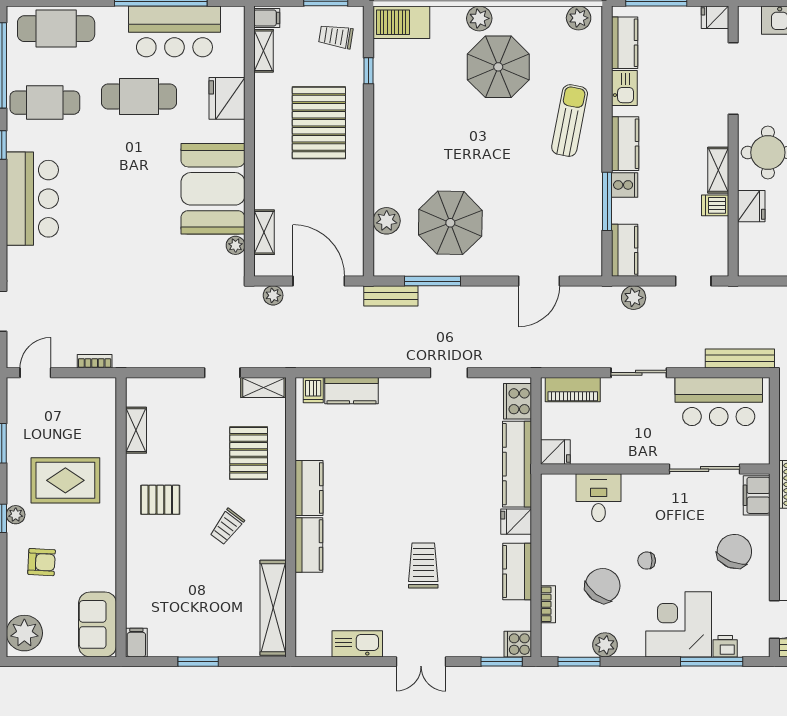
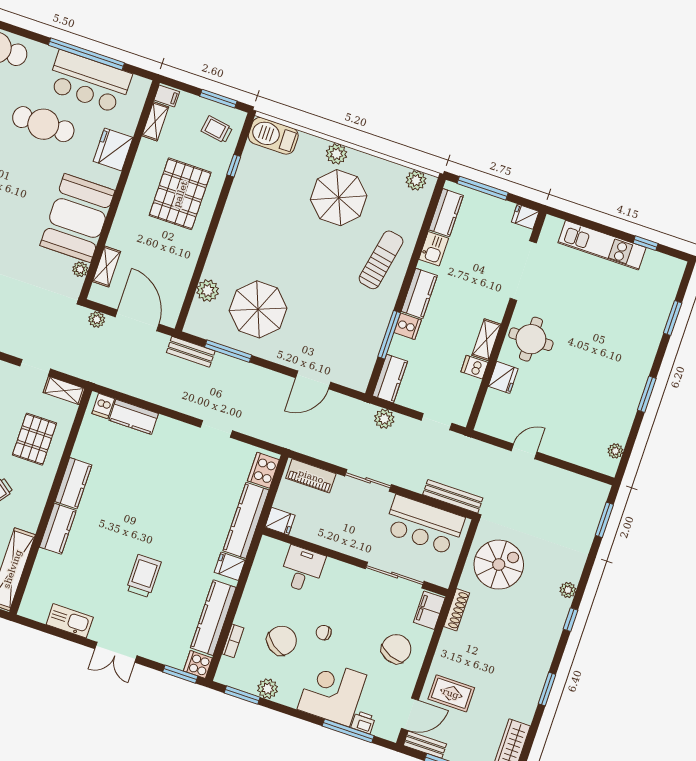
kitchen counter: (517, 571) -> (213, 618), width x1.50

